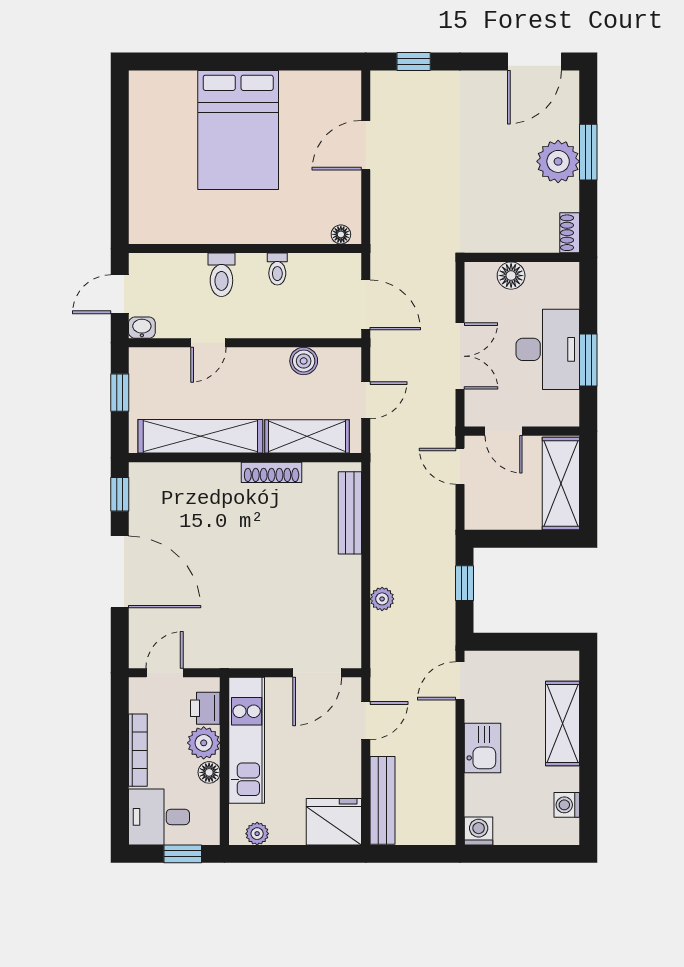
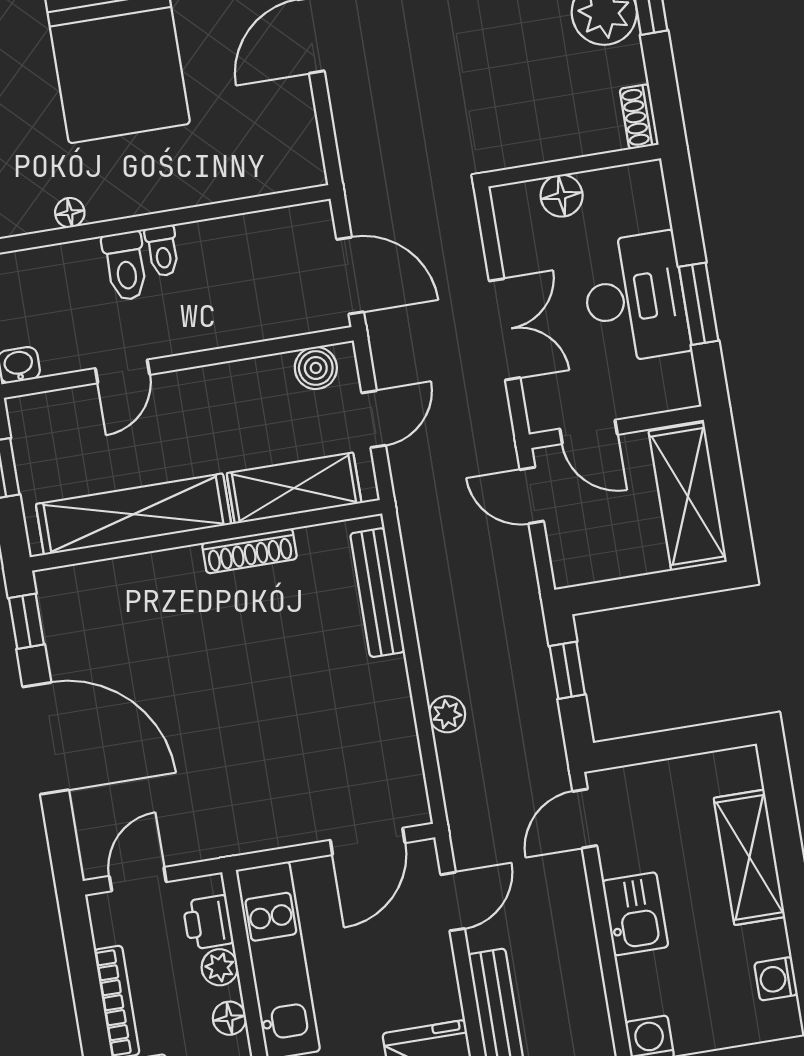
floor lamp: (341, 234) -> (70, 213), moved
toilet: (277, 269) -> (162, 251), moved
boiler: (304, 361) -> (316, 368), moved
plant: (204, 743) -> (220, 967), width x0.73, depth x0.73

